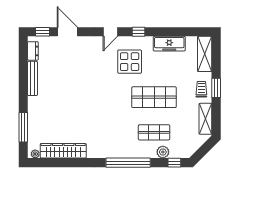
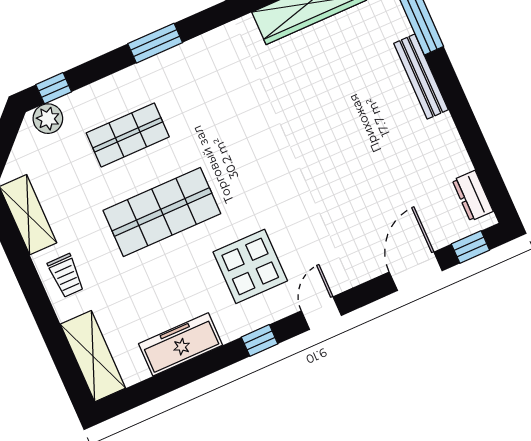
door: (67, 32) -> (416, 271), swing flipped
bench: (32, 78) -> (421, 77), moved
window: (216, 88) -> (35, 293), removed
plant: (163, 152) -> (48, 119), moved
window: (128, 163) -> (155, 43), width x0.47

